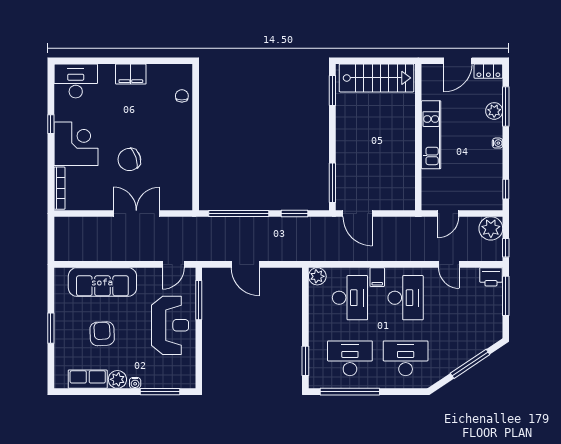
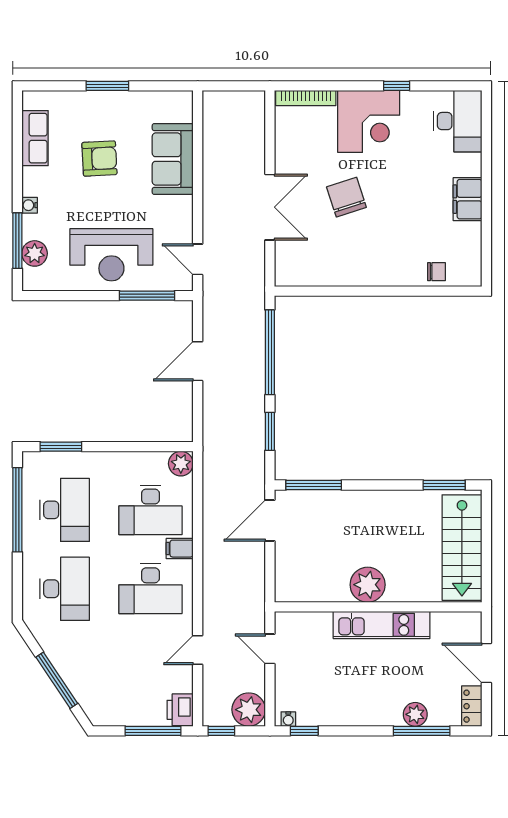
water cooler: (498, 143) -> (288, 719), moved
plant: (403, 145) -> (368, 585), added
sofa: (102, 282) -> (173, 159), width x0.73
plant: (117, 379) -> (35, 253), moved

